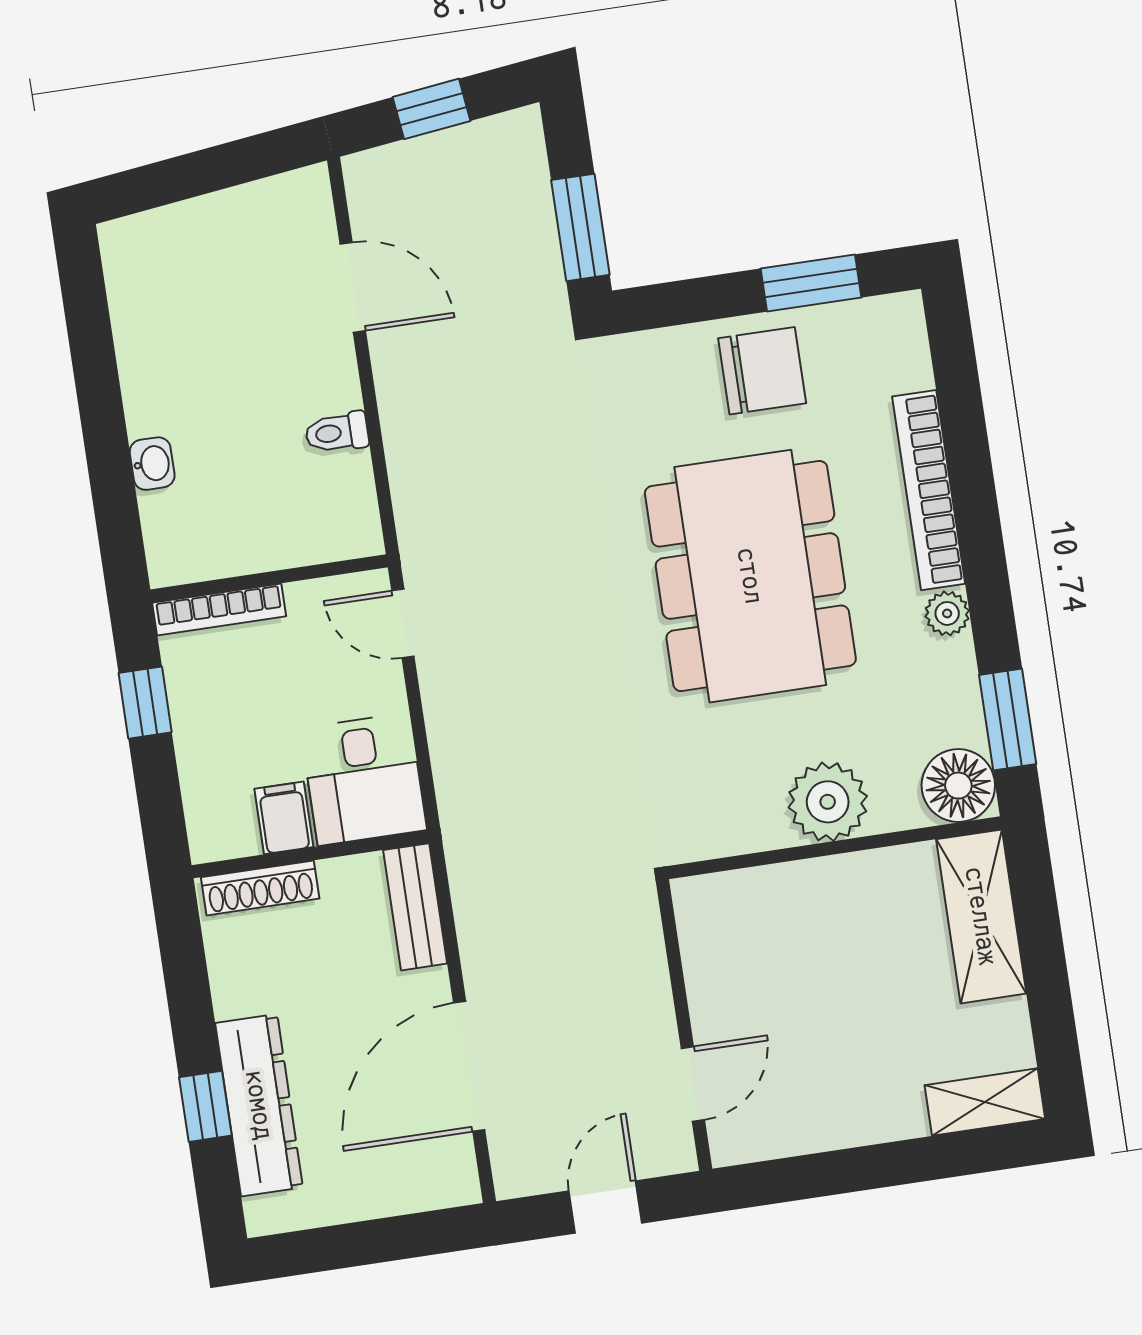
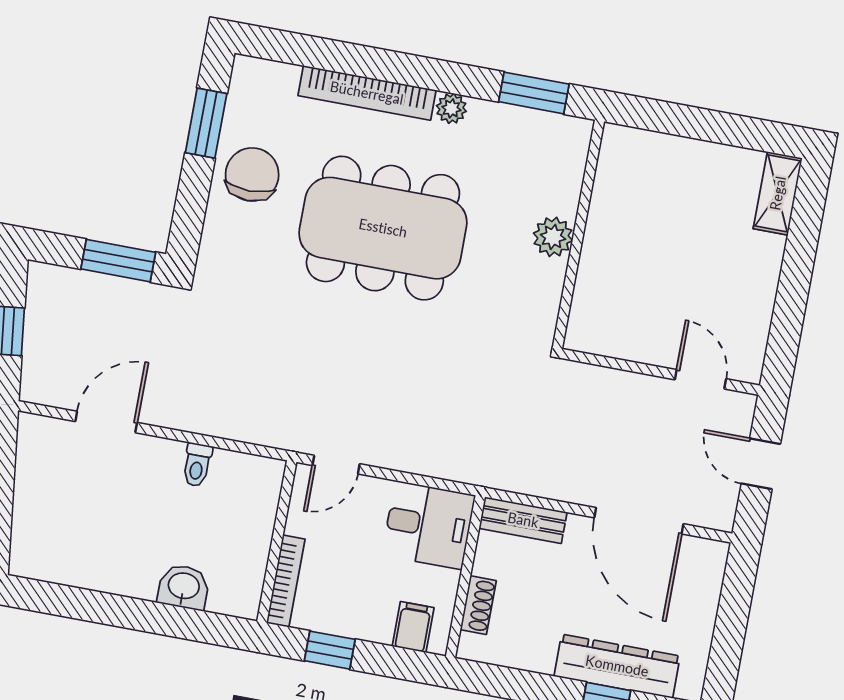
washbasin: (152, 464) -> (184, 587), width x1.38, depth x1.45
floor lamp: (958, 786) -> (566, 140), removed
plant: (828, 802) -> (553, 237), width x0.73, depth x0.73
filing cabinet: (284, 818) -> (413, 627), moved, turned 90
shoe rack: (260, 888) -> (478, 605), width x0.70
shelving: (981, 916) -> (656, 154), removed

